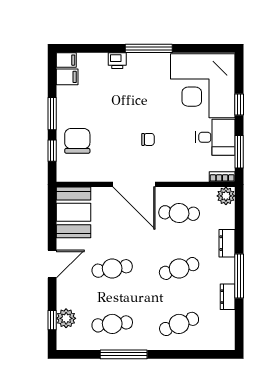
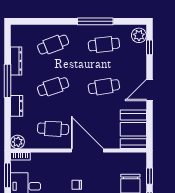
dresser: (228, 297) -> (16, 61), width x1.44
plant: (66, 318) -> (139, 35), moved

